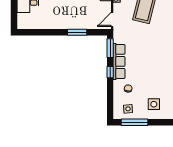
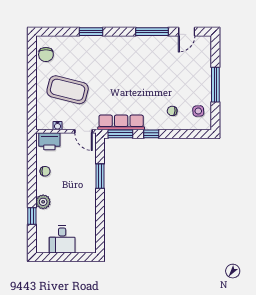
row of seats: (119, 61) -> (121, 122), moved
side table: (154, 104) -> (192, 78), removed
window: (134, 122) -> (215, 85), moved

